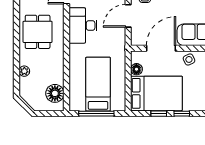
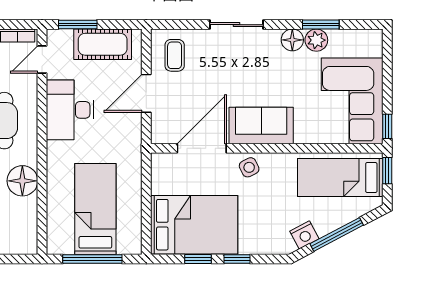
floor lamp: (136, 69) -> (160, 184), removed
floor lamp: (55, 93) -> (22, 181), moved

